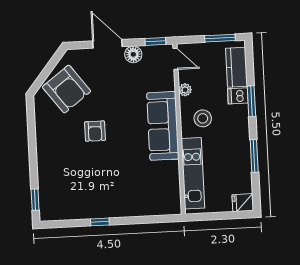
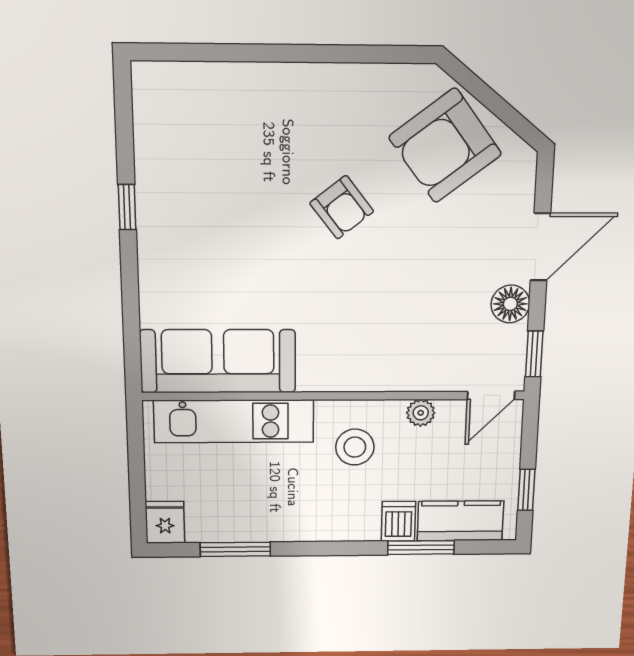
window: (220, 38) -> (526, 490), width x0.67
window: (251, 101) -> (421, 548), moved
sofa: (163, 126) -> (218, 361), moved
armchair: (95, 131) -> (342, 207), turned -128
window: (254, 156) -> (235, 549), moved
window: (35, 200) -> (184, 52), removed

